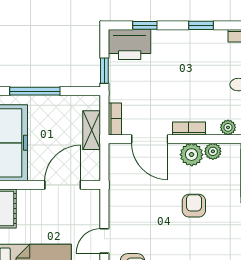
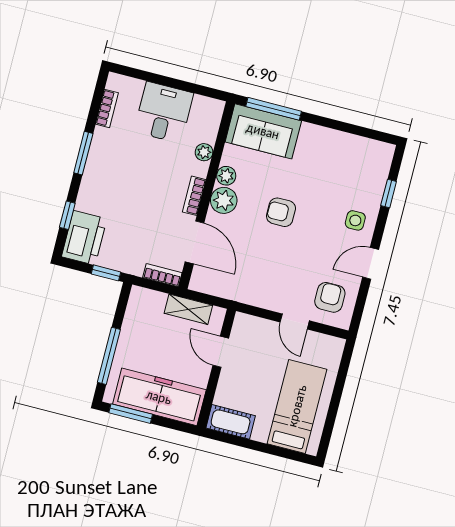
window: (201, 25) -> (83, 153), width x1.50
shelving: (92, 130) -> (188, 309), moved
door: (150, 139) -> (195, 242), hinge flipped
door: (63, 185) -> (221, 352), width x0.73

